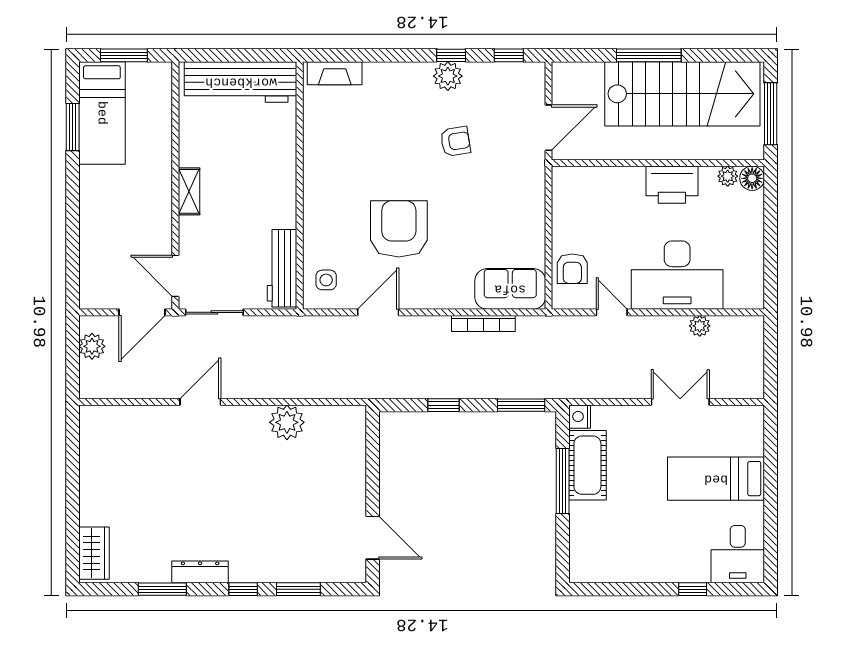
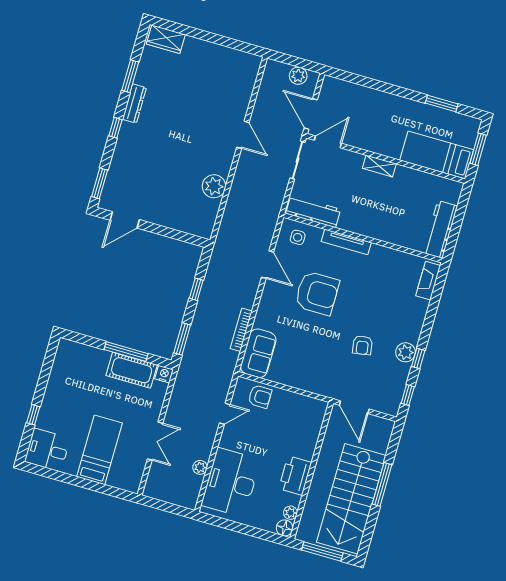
workbench: (241, 82) -> (440, 229), width x0.73, depth x0.76
bed: (102, 113) -> (437, 155), moved
tv unit: (313, 208) -> (346, 242), added
armchair: (572, 269) -> (260, 397), turned 180
desk: (677, 275) -> (231, 482), moved
window: (298, 589) -> (100, 183), moved

